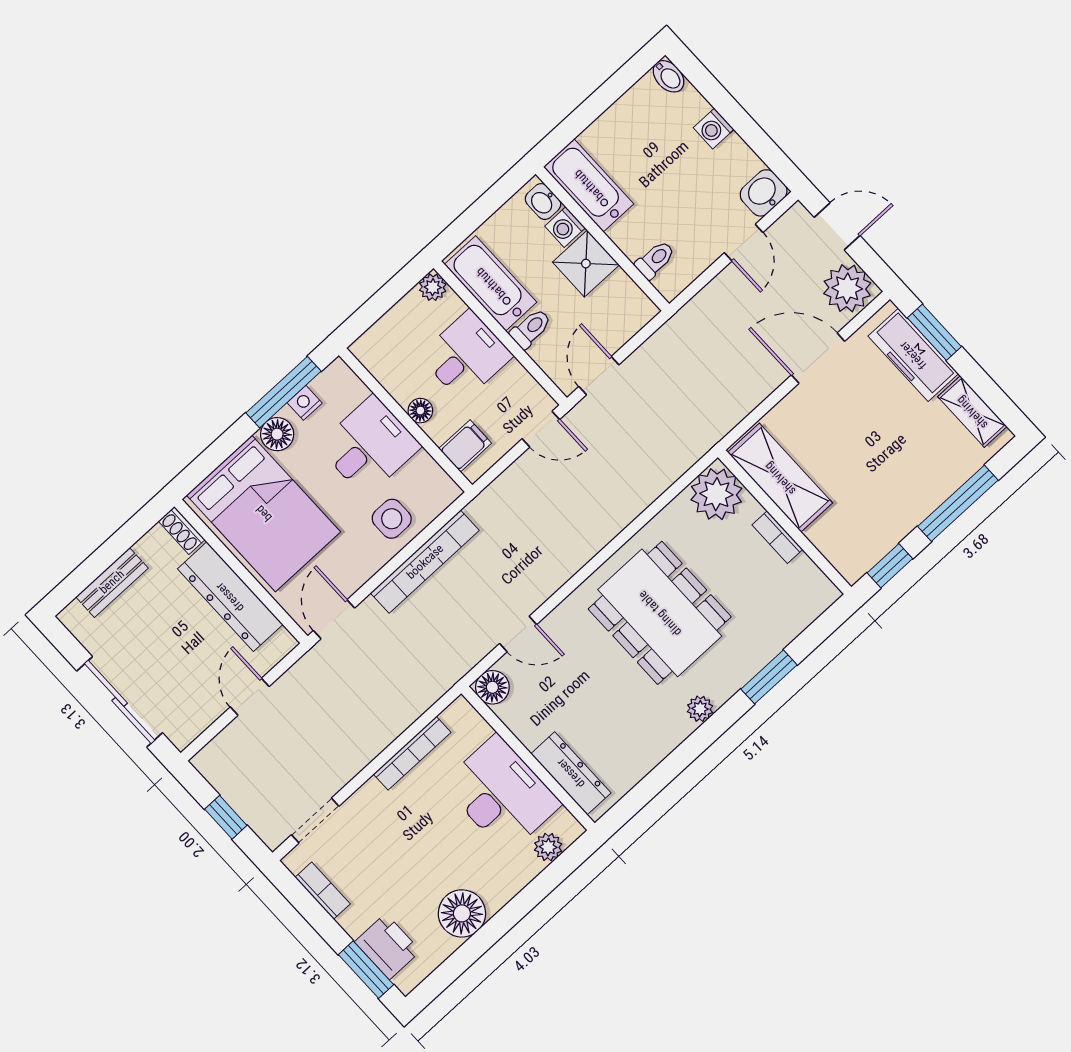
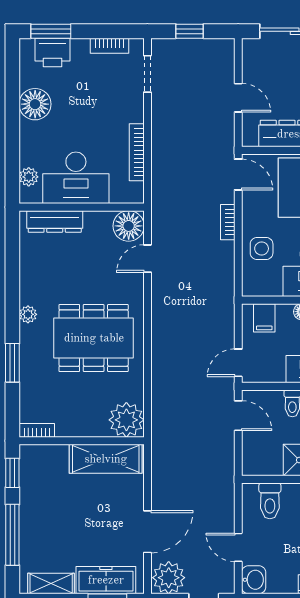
toilet: (655, 260) -> (270, 501), width x1.37, depth x1.39
bookcase: (777, 537) -> (37, 430), moved
bookcase: (425, 562) -> (228, 222), width x0.43, depth x0.76
floor lamp: (492, 687) -> (129, 226), width x1.38, depth x1.38

